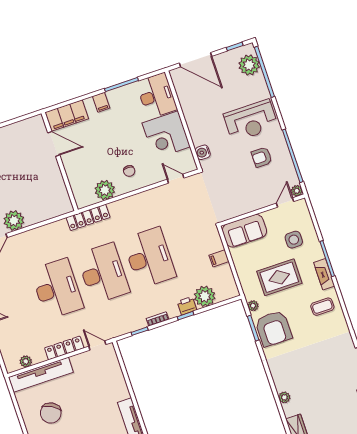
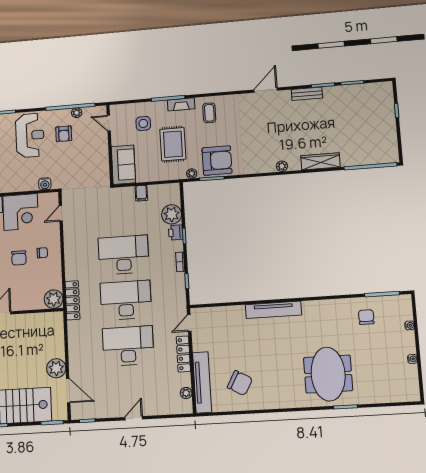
chair: (117, 147) -> (19, 258), added
plant: (105, 190) -> (54, 299), moved
plant: (297, 191) -> (77, 113), moved

